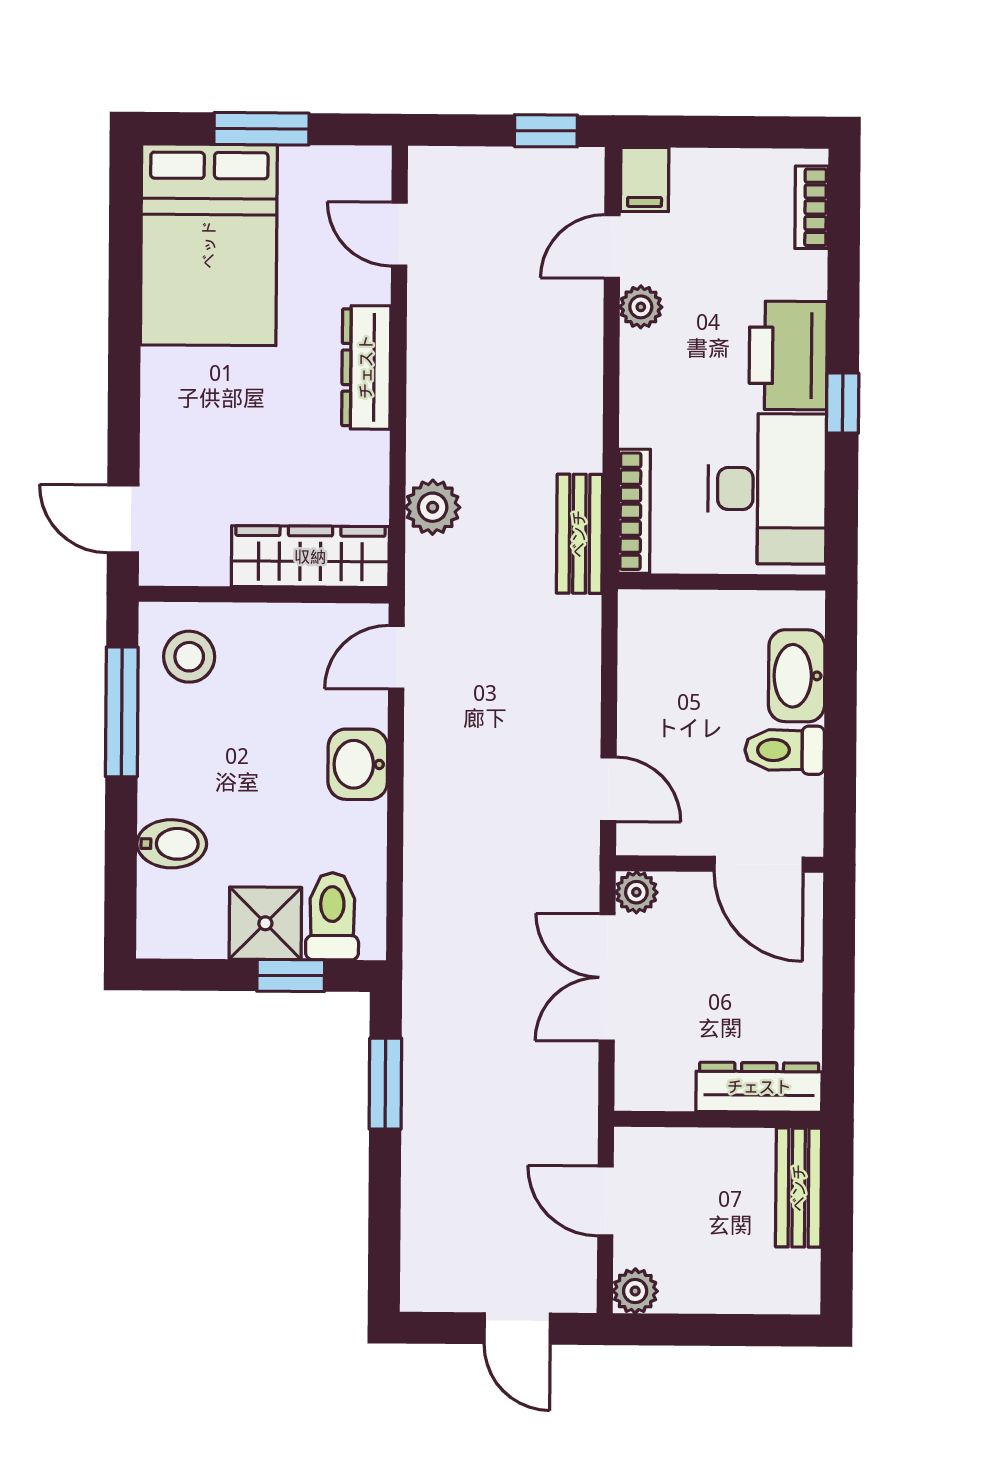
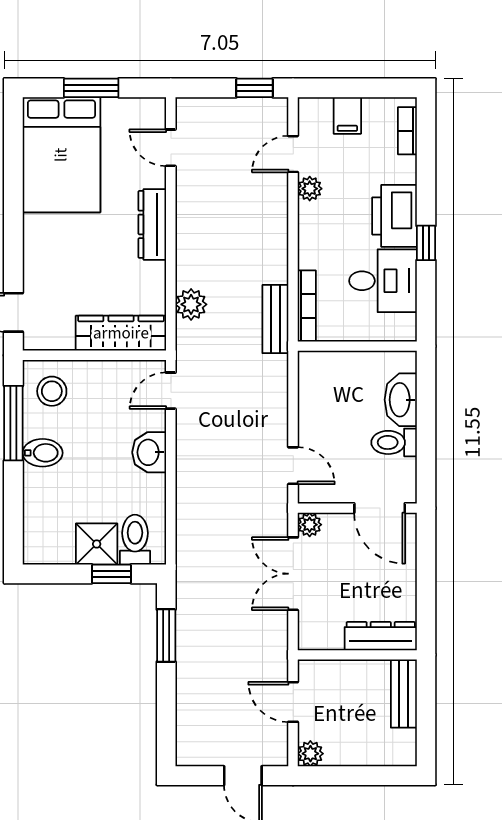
filing cabinet: (645, 179) -> (347, 115), moved
desk: (767, 489) -> (383, 281), width x0.73
bidet: (172, 844) -> (43, 453), moved

